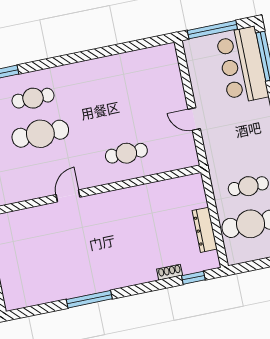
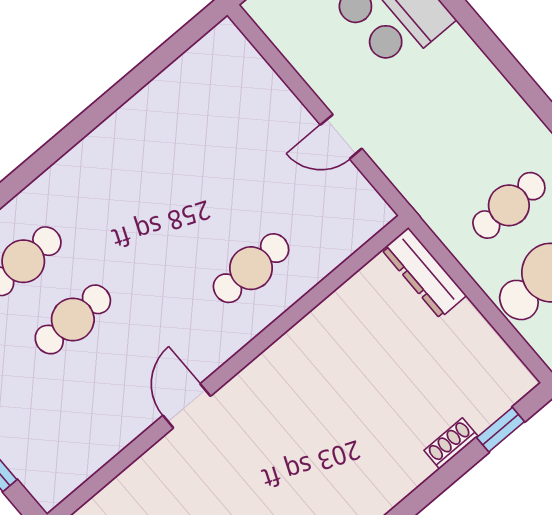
cafe table: (40, 134) -> (73, 319), width x0.73, depth x0.74
dresser: (205, 230) -> (424, 273), moved

